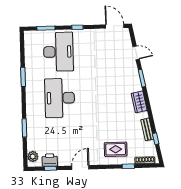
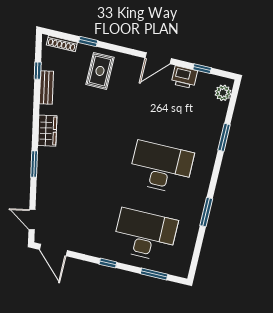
desk: (58, 52) -> (145, 235), turned 90
door: (136, 53) -> (32, 219), moved
desk: (60, 98) -> (161, 167), turned -90
rug: (116, 149) -> (100, 71), turned 90
printer: (50, 160) -> (184, 77), moved

